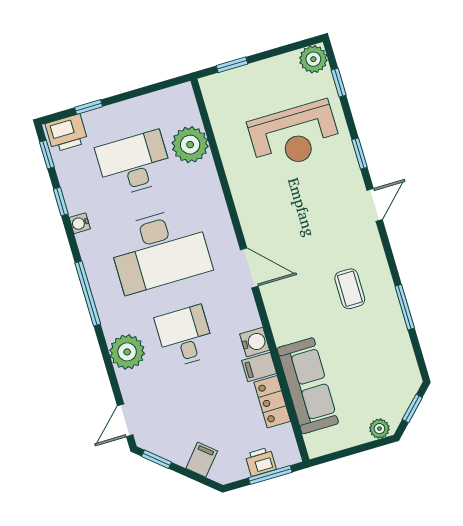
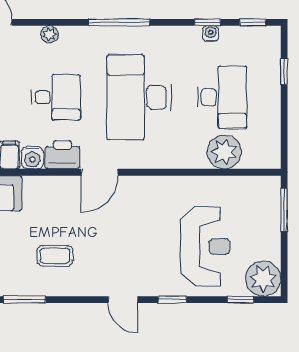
plant: (313, 59) -> (263, 279), width x1.36, depth x1.36
window: (232, 65) -> (284, 210), width x1.50
printer: (67, 133) -> (62, 155), moved, turned 90
reception desk: (294, 135) -> (205, 247), turned 180
water cooler: (80, 223) -> (211, 34), moved
plant: (127, 352) -> (49, 34), width x0.53, depth x0.53

